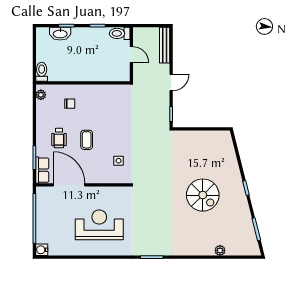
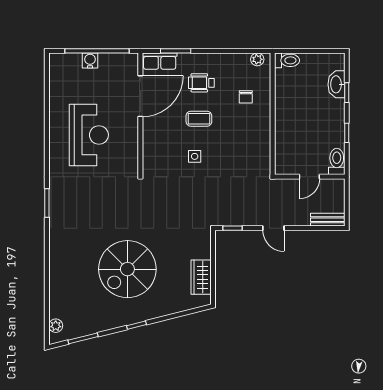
bench: (165, 45) -> (328, 220), width x0.73
wardrobe: (209, 138) -> (201, 277), added
side table: (119, 161) -> (195, 156), moved
spiral stairs: (203, 195) -> (127, 269), width x1.37, depth x1.37
water cooler: (42, 250) -> (90, 60), moved
plant: (220, 250) -> (56, 326), moved

